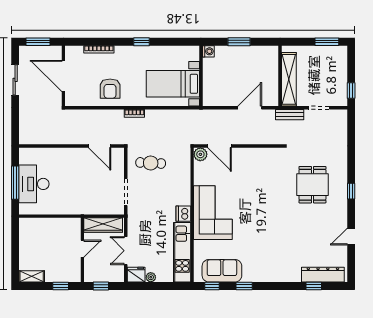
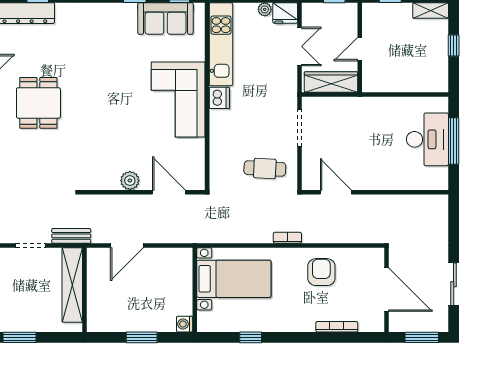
window: (141, 42) -> (251, 337), moved
plant: (200, 154) -> (130, 181), moved
dining table: (312, 185) -> (38, 103), moved
window: (15, 251) -> (454, 45), added

